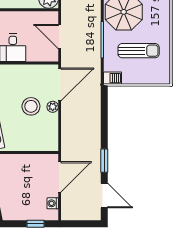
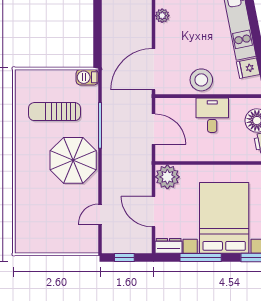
stool: (31, 106) -> (201, 80), moved
plant: (53, 107) -> (162, 16), moved

